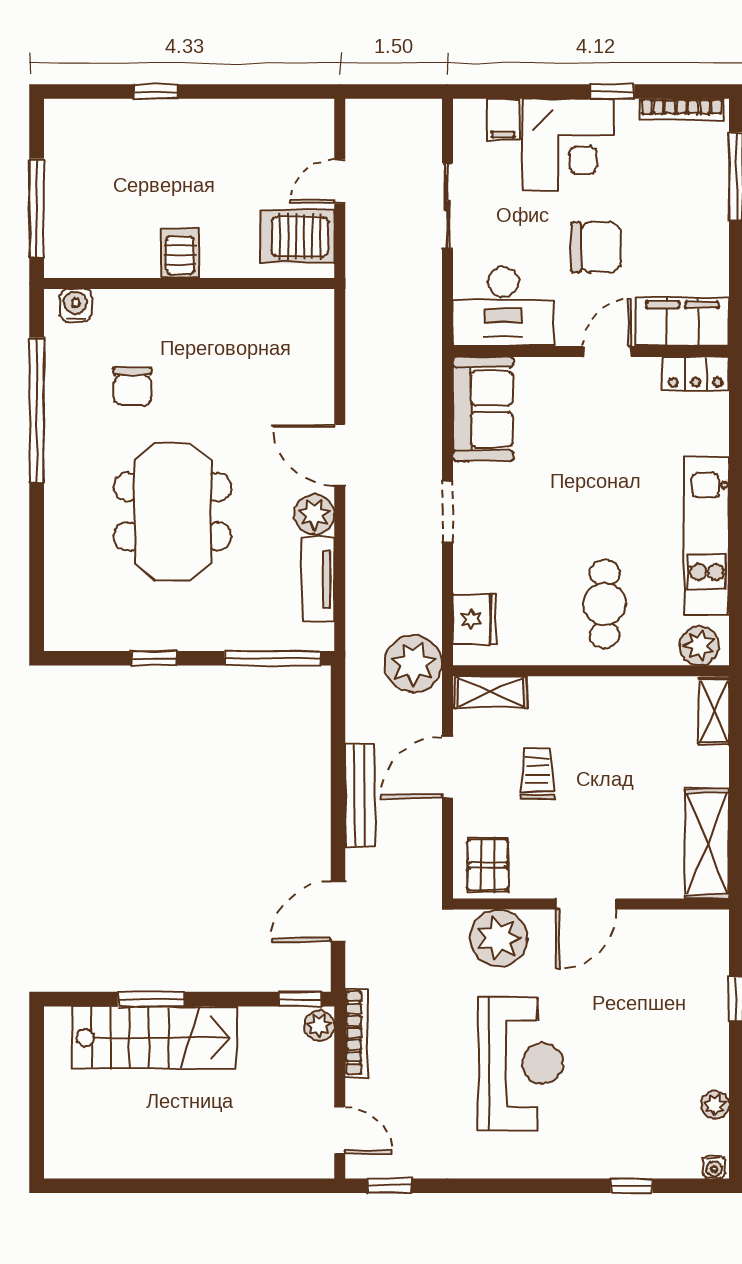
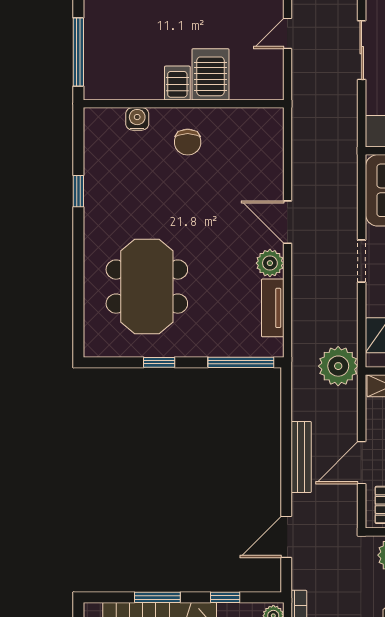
server rack: (297, 236) -> (210, 74), moved, turned 90
water cooler: (76, 305) -> (137, 119), moved
chair: (133, 386) -> (188, 142), moved
window: (37, 410) -> (78, 191), width x0.32
meeting table: (173, 512) -> (147, 287), moved
door: (447, 767) -> (362, 463), moved
window: (300, 999) -> (225, 597), moved

